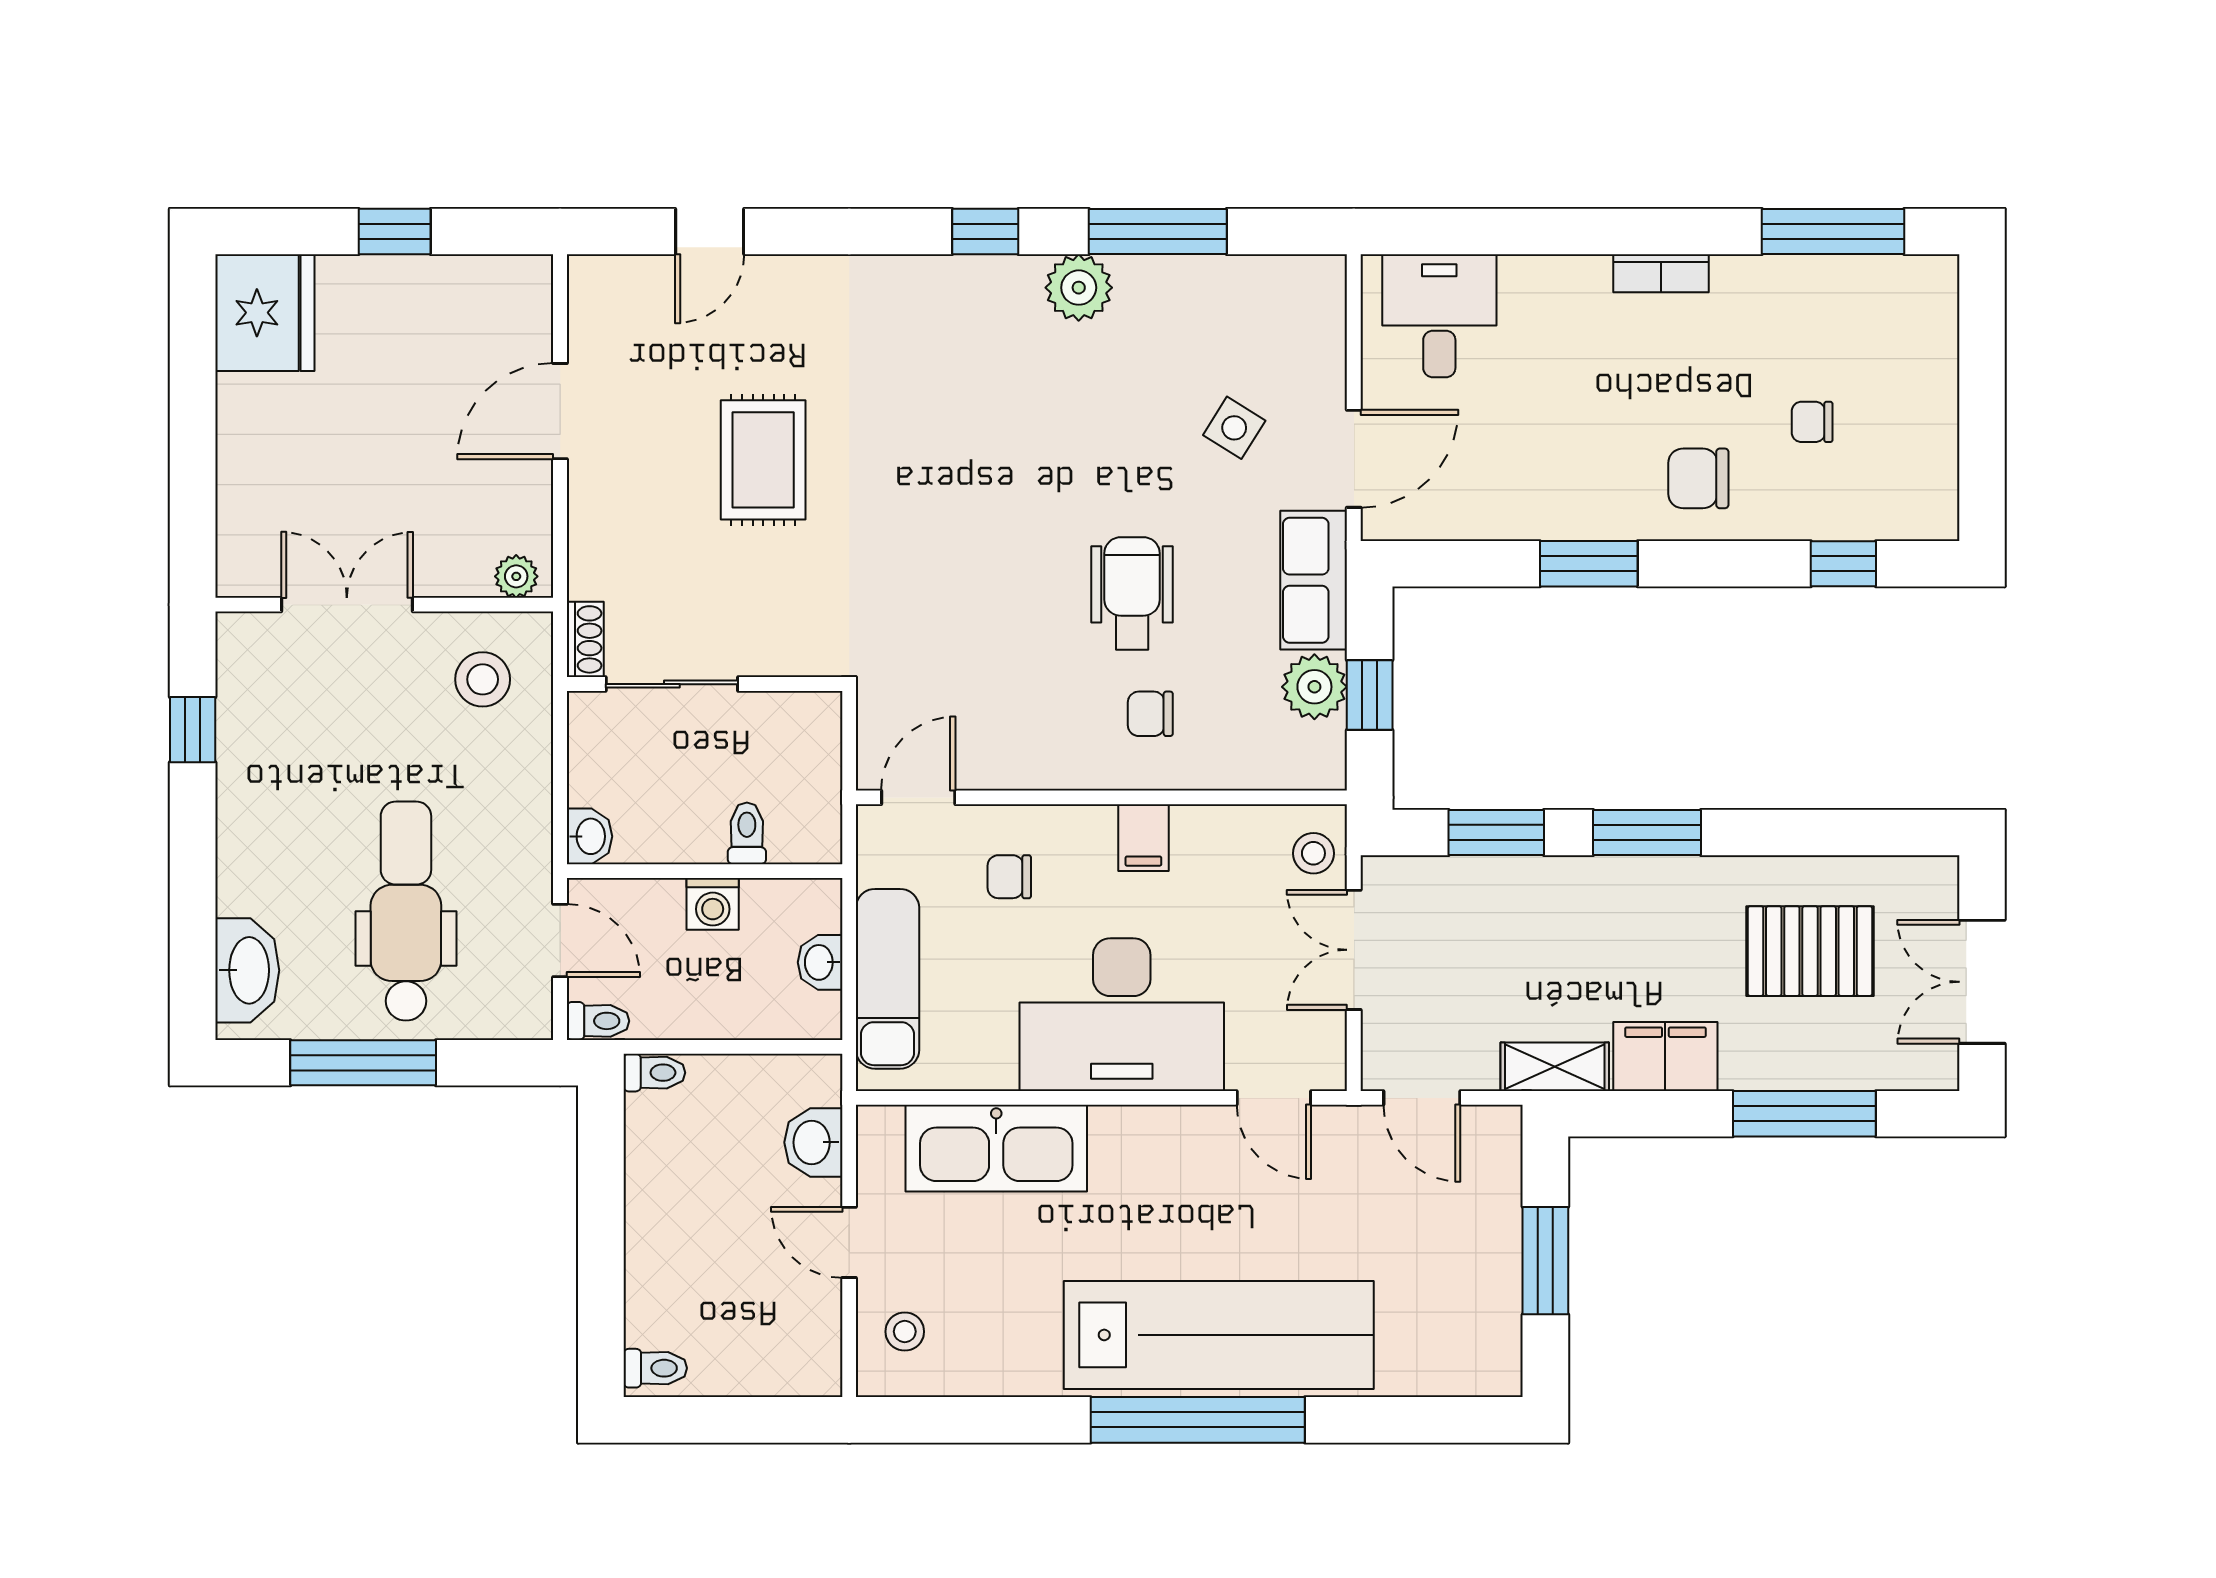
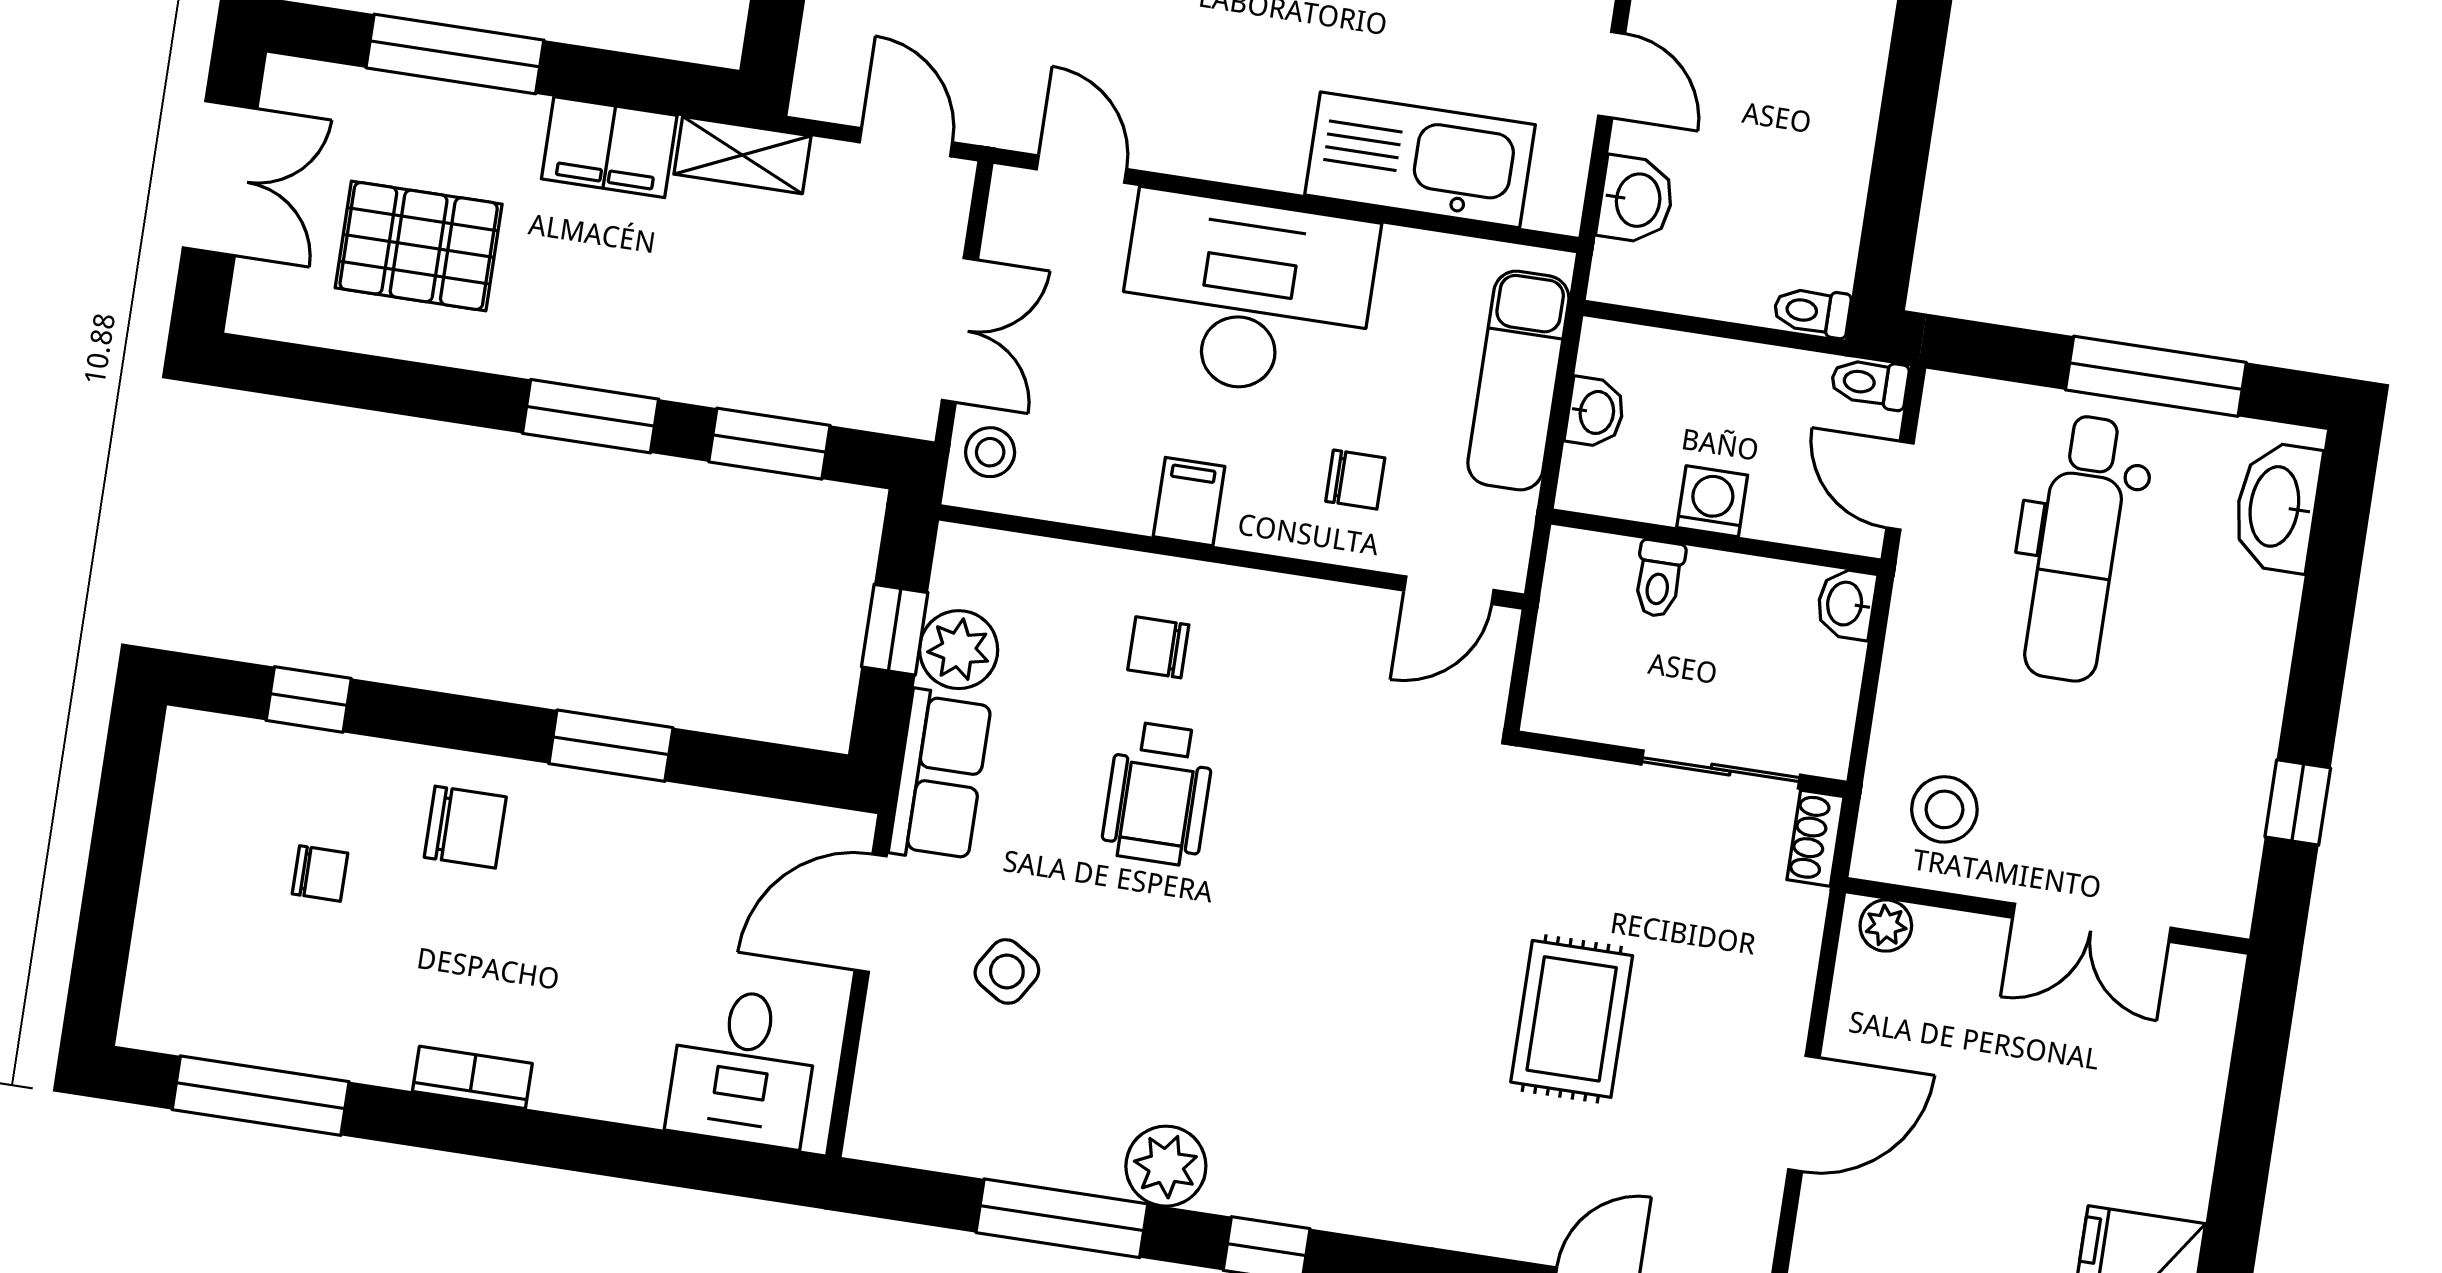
chair: (1150, 714) -> (1158, 647), turned 180

